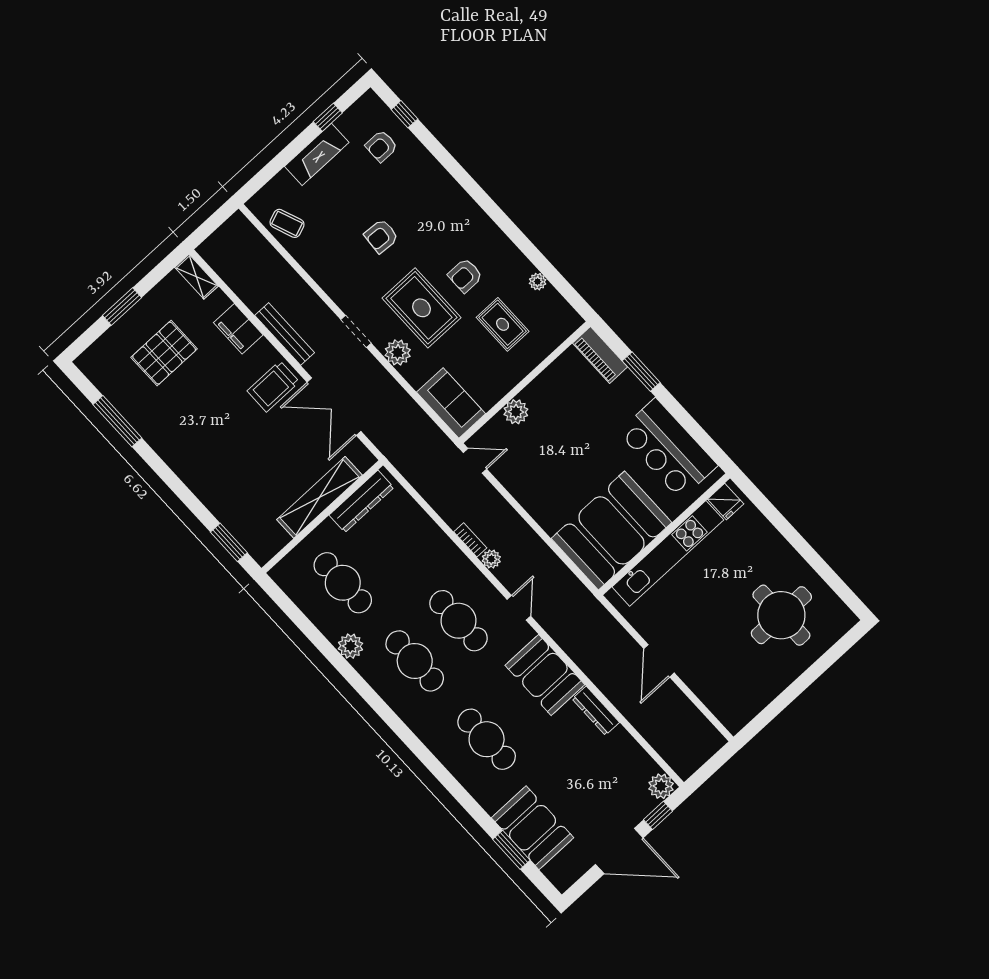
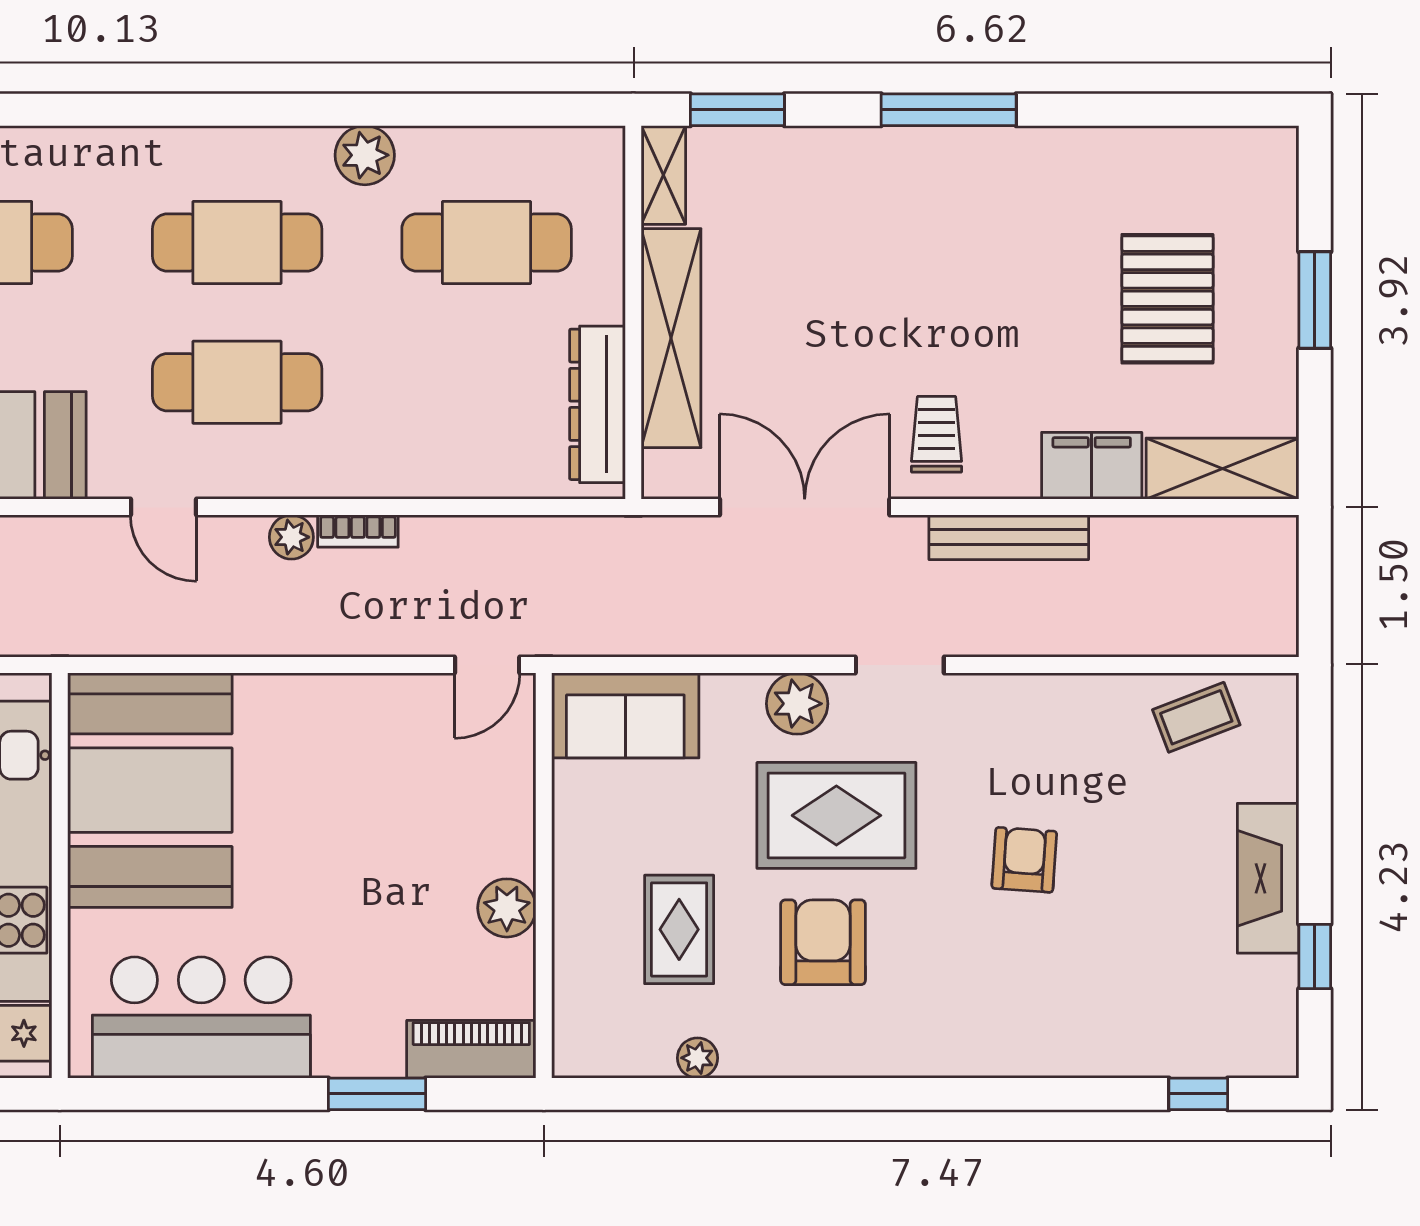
armchair: (381, 146) -> (1180, 1003), removed
armchair: (465, 276) -> (823, 942), width x1.38, depth x1.38
shelving: (196, 277) -> (1223, 469), width x1.50, depth x1.33
rug: (503, 324) -> (679, 929), turned 90
trolley: (273, 386) -> (937, 434), width x0.73, depth x0.72
plant: (516, 412) -> (507, 908), moved
window: (117, 421) -> (949, 110), moved
shelving: (271, 547) -> (663, 175), added

